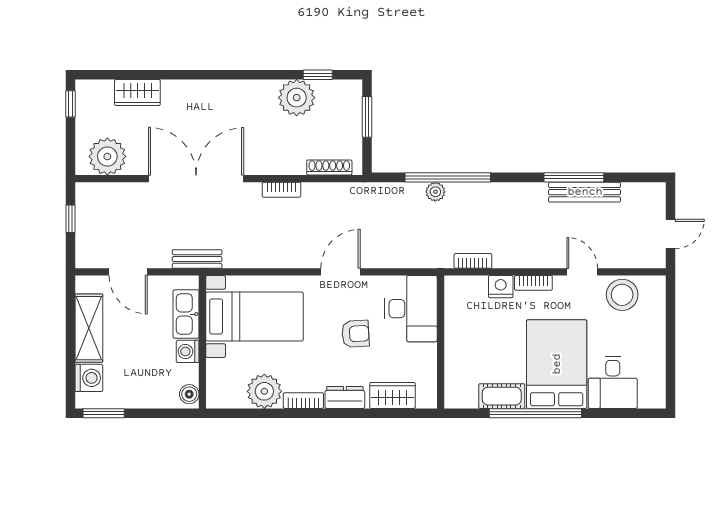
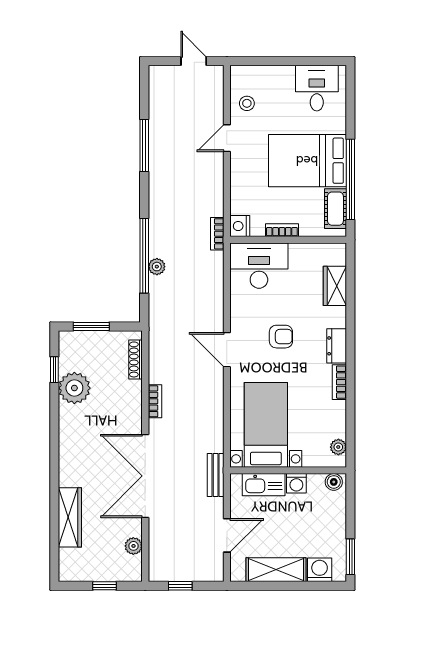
wardrobe: (137, 93) -> (70, 517), width x1.50
window: (71, 104) -> (105, 586), moved
plant: (107, 156) -> (133, 546), width x0.53, depth x0.53
bench: (585, 192) -> (157, 136), removed
bookcase: (533, 283) -> (282, 230), moved, turned -90
nightstand: (501, 287) -> (240, 226), moved
stool: (622, 295) -> (247, 103), width x0.53, depth x0.53
desk: (411, 309) -> (259, 266), moved
armchair: (355, 334) -> (281, 337), turned 93
wall: (441, 342) -> (288, 240), moved
desk: (613, 382) -> (317, 88), moved, turned -90
plant: (264, 391) -> (338, 447), moved, width x0.53, depth x0.53
wardrobe: (392, 395) -> (335, 286), moved

